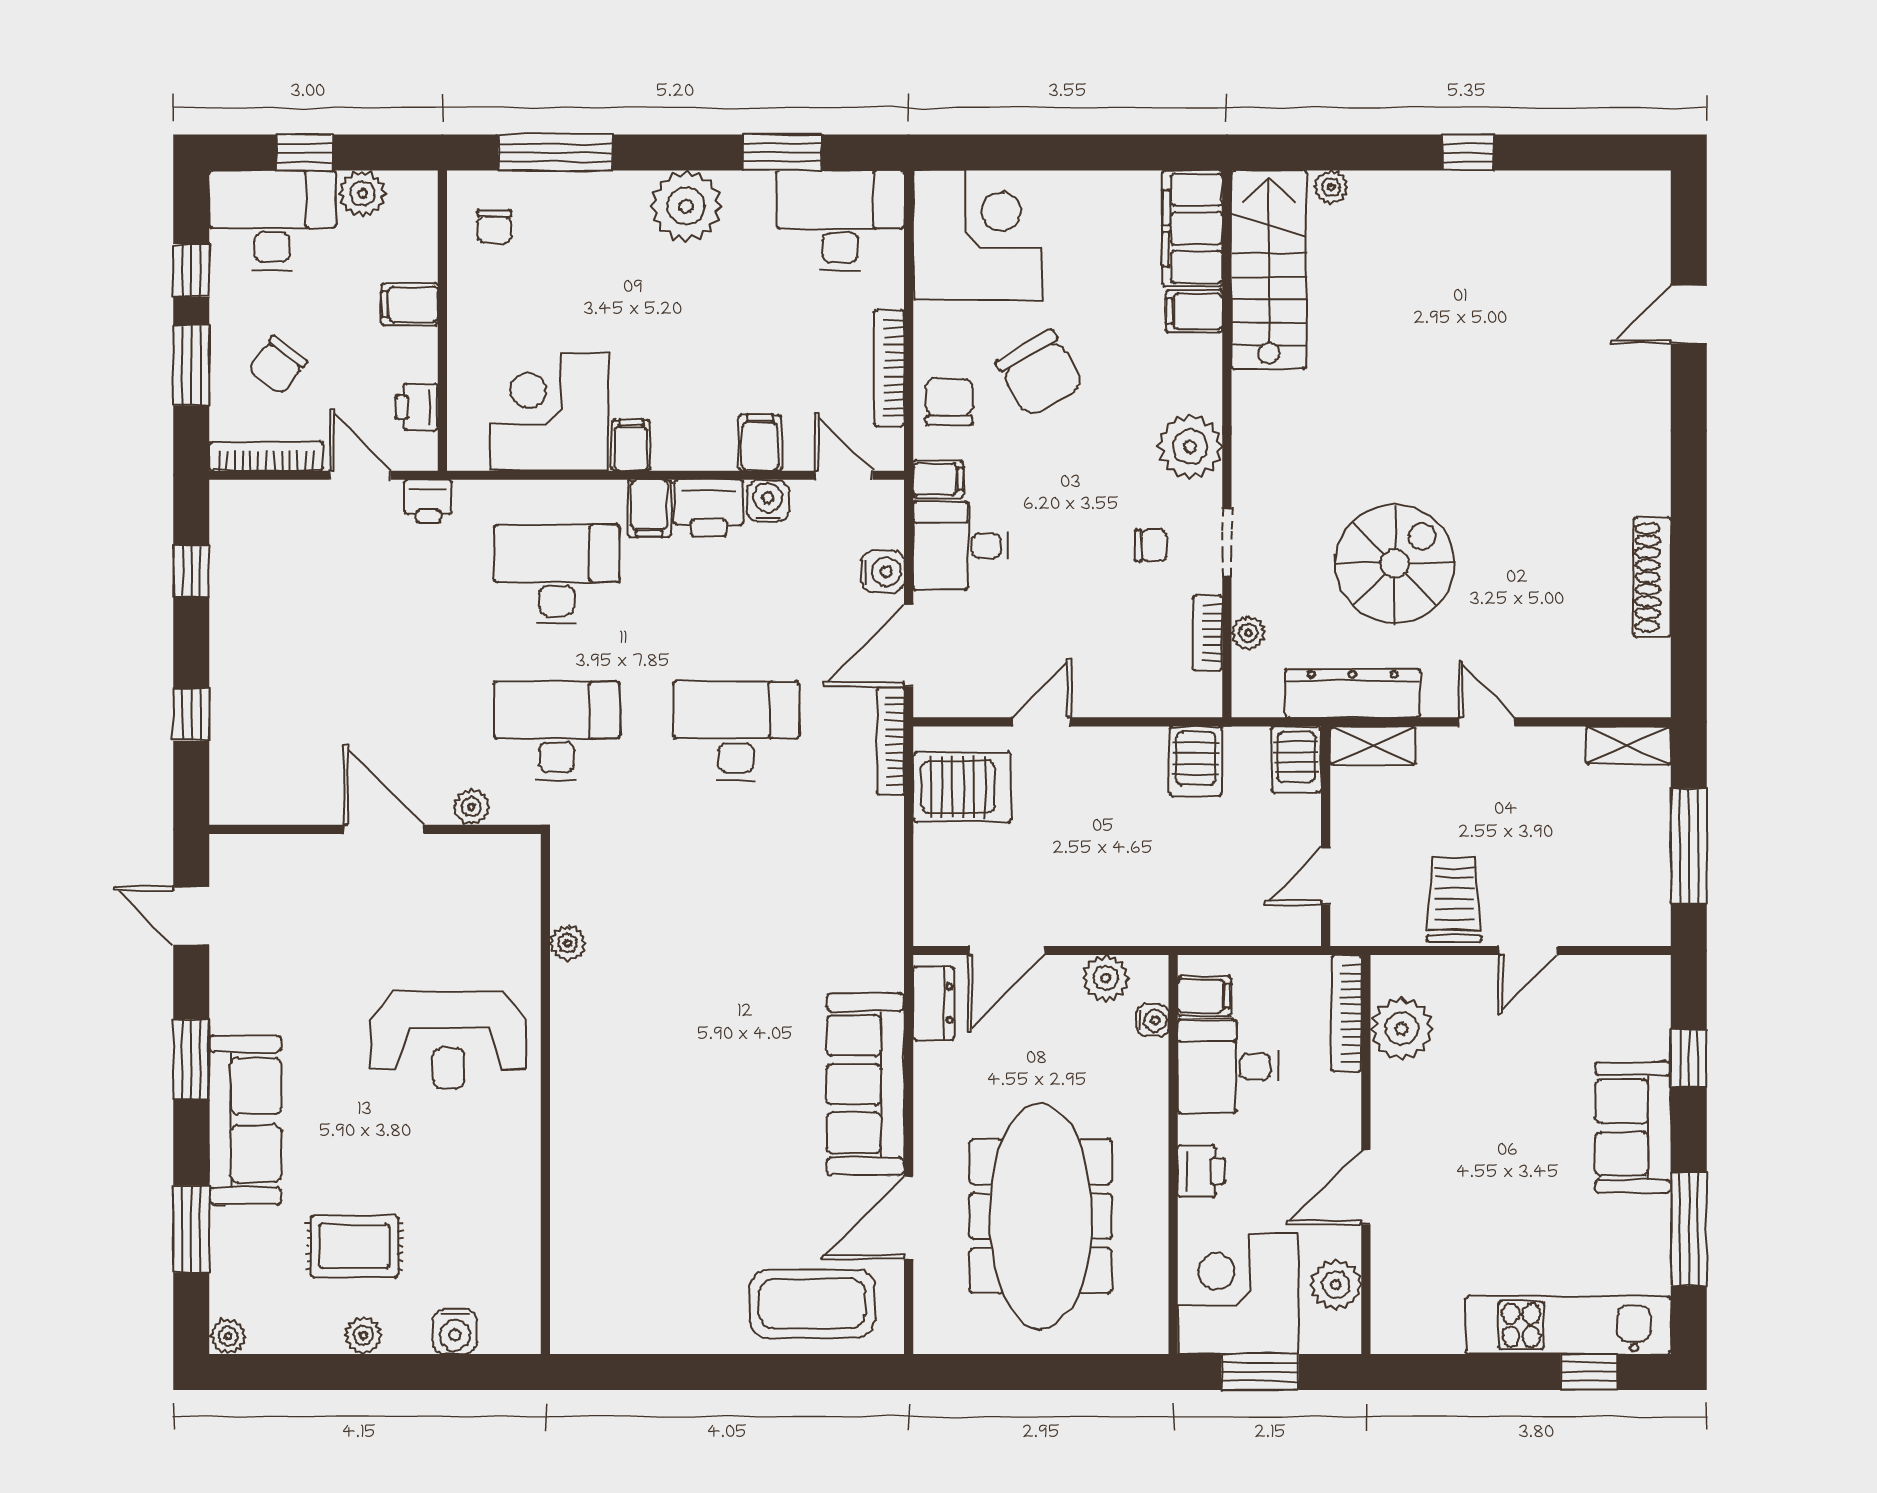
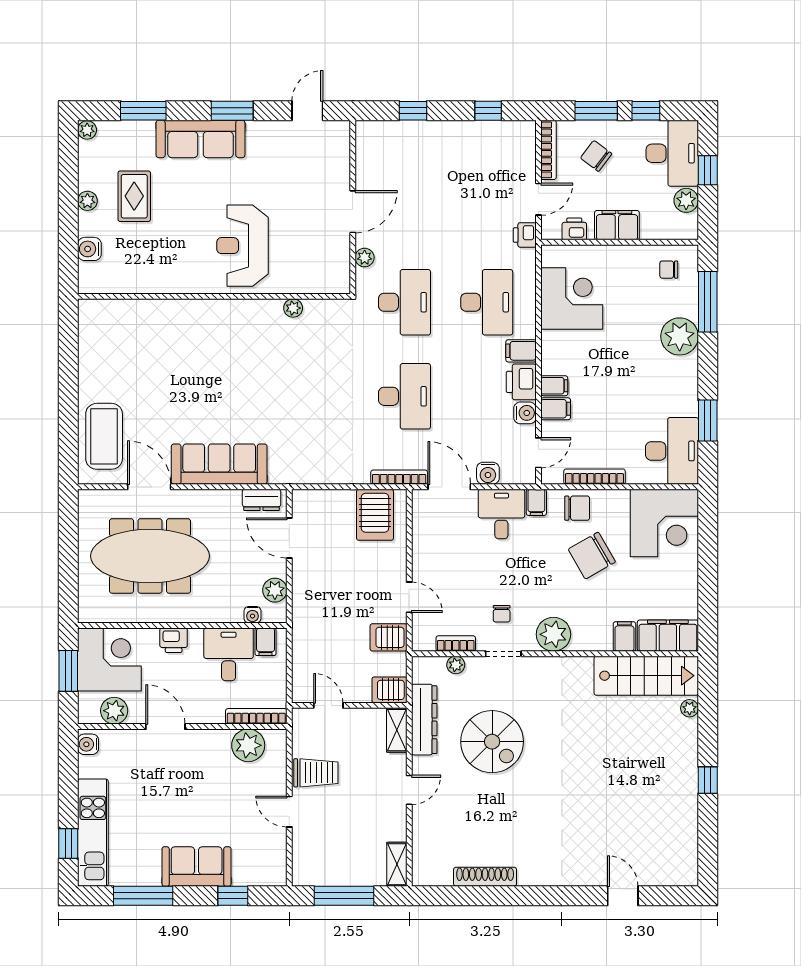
plant: (686, 206) -> (680, 336), moved
filing cabinet: (410, 304) -> (617, 225), width x2.00
filing cabinet: (631, 445) -> (554, 386), moved
door: (1042, 722) -> (409, 597), moved
water cooler: (1400, 1334) -> (88, 744), added

